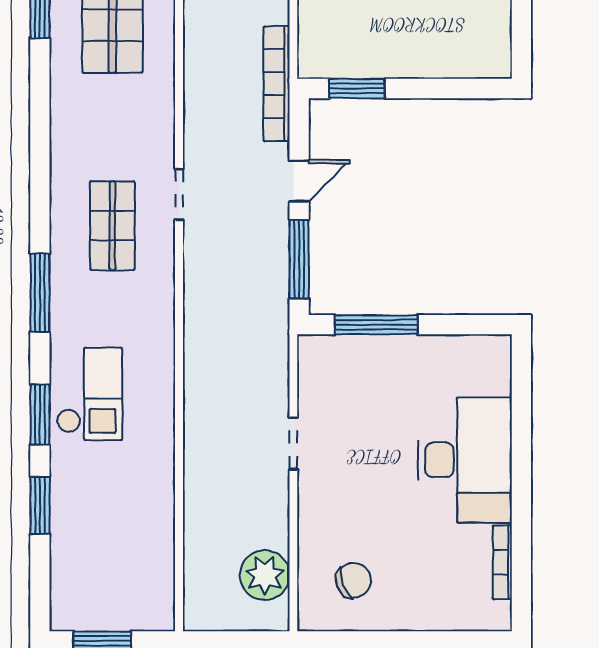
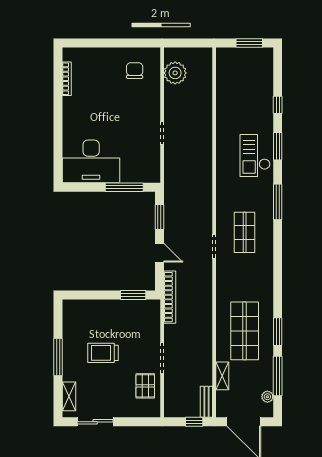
door: (299, 181) -> (159, 253), swing flipped
window: (299, 259) -> (159, 217), width x0.69
desk: (465, 460) -> (91, 161), moved, turned -90
window: (40, 505) -> (278, 105), width x0.67
chair: (353, 580) -> (135, 71), turned 110

